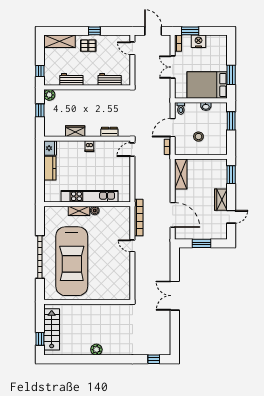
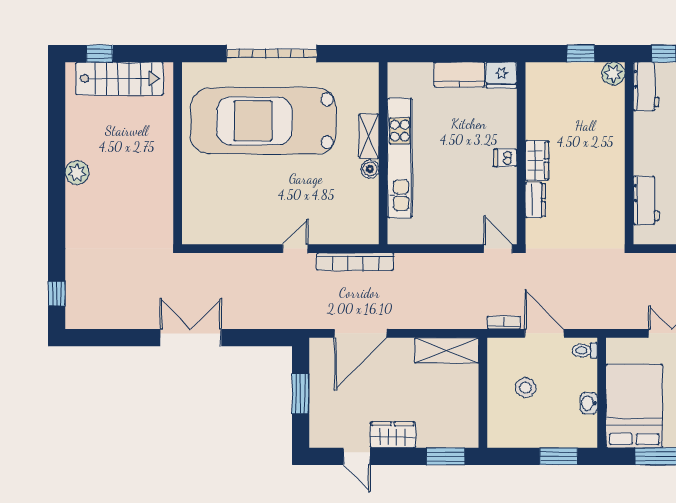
workbench: (71, 79) -> (646, 86), moved
wardrobe: (75, 131) -> (537, 161), moved

